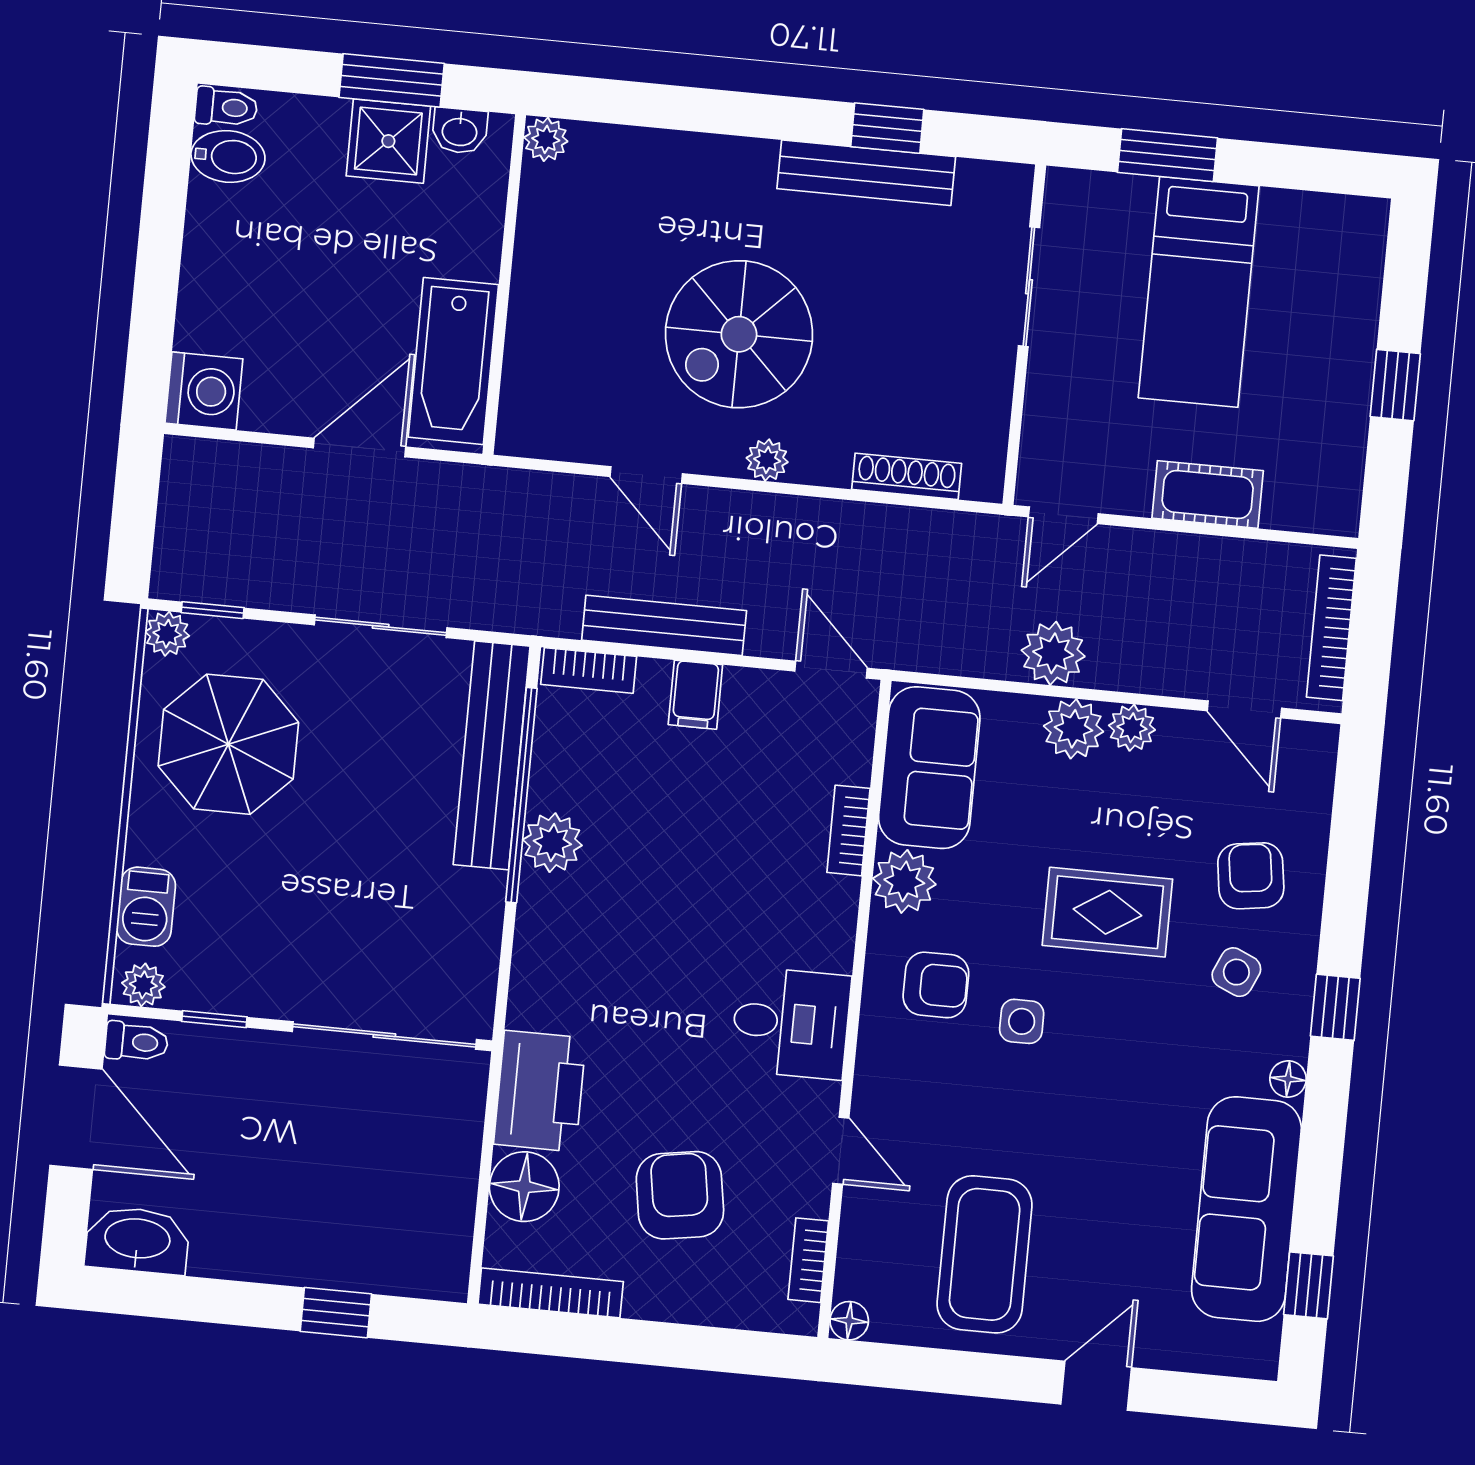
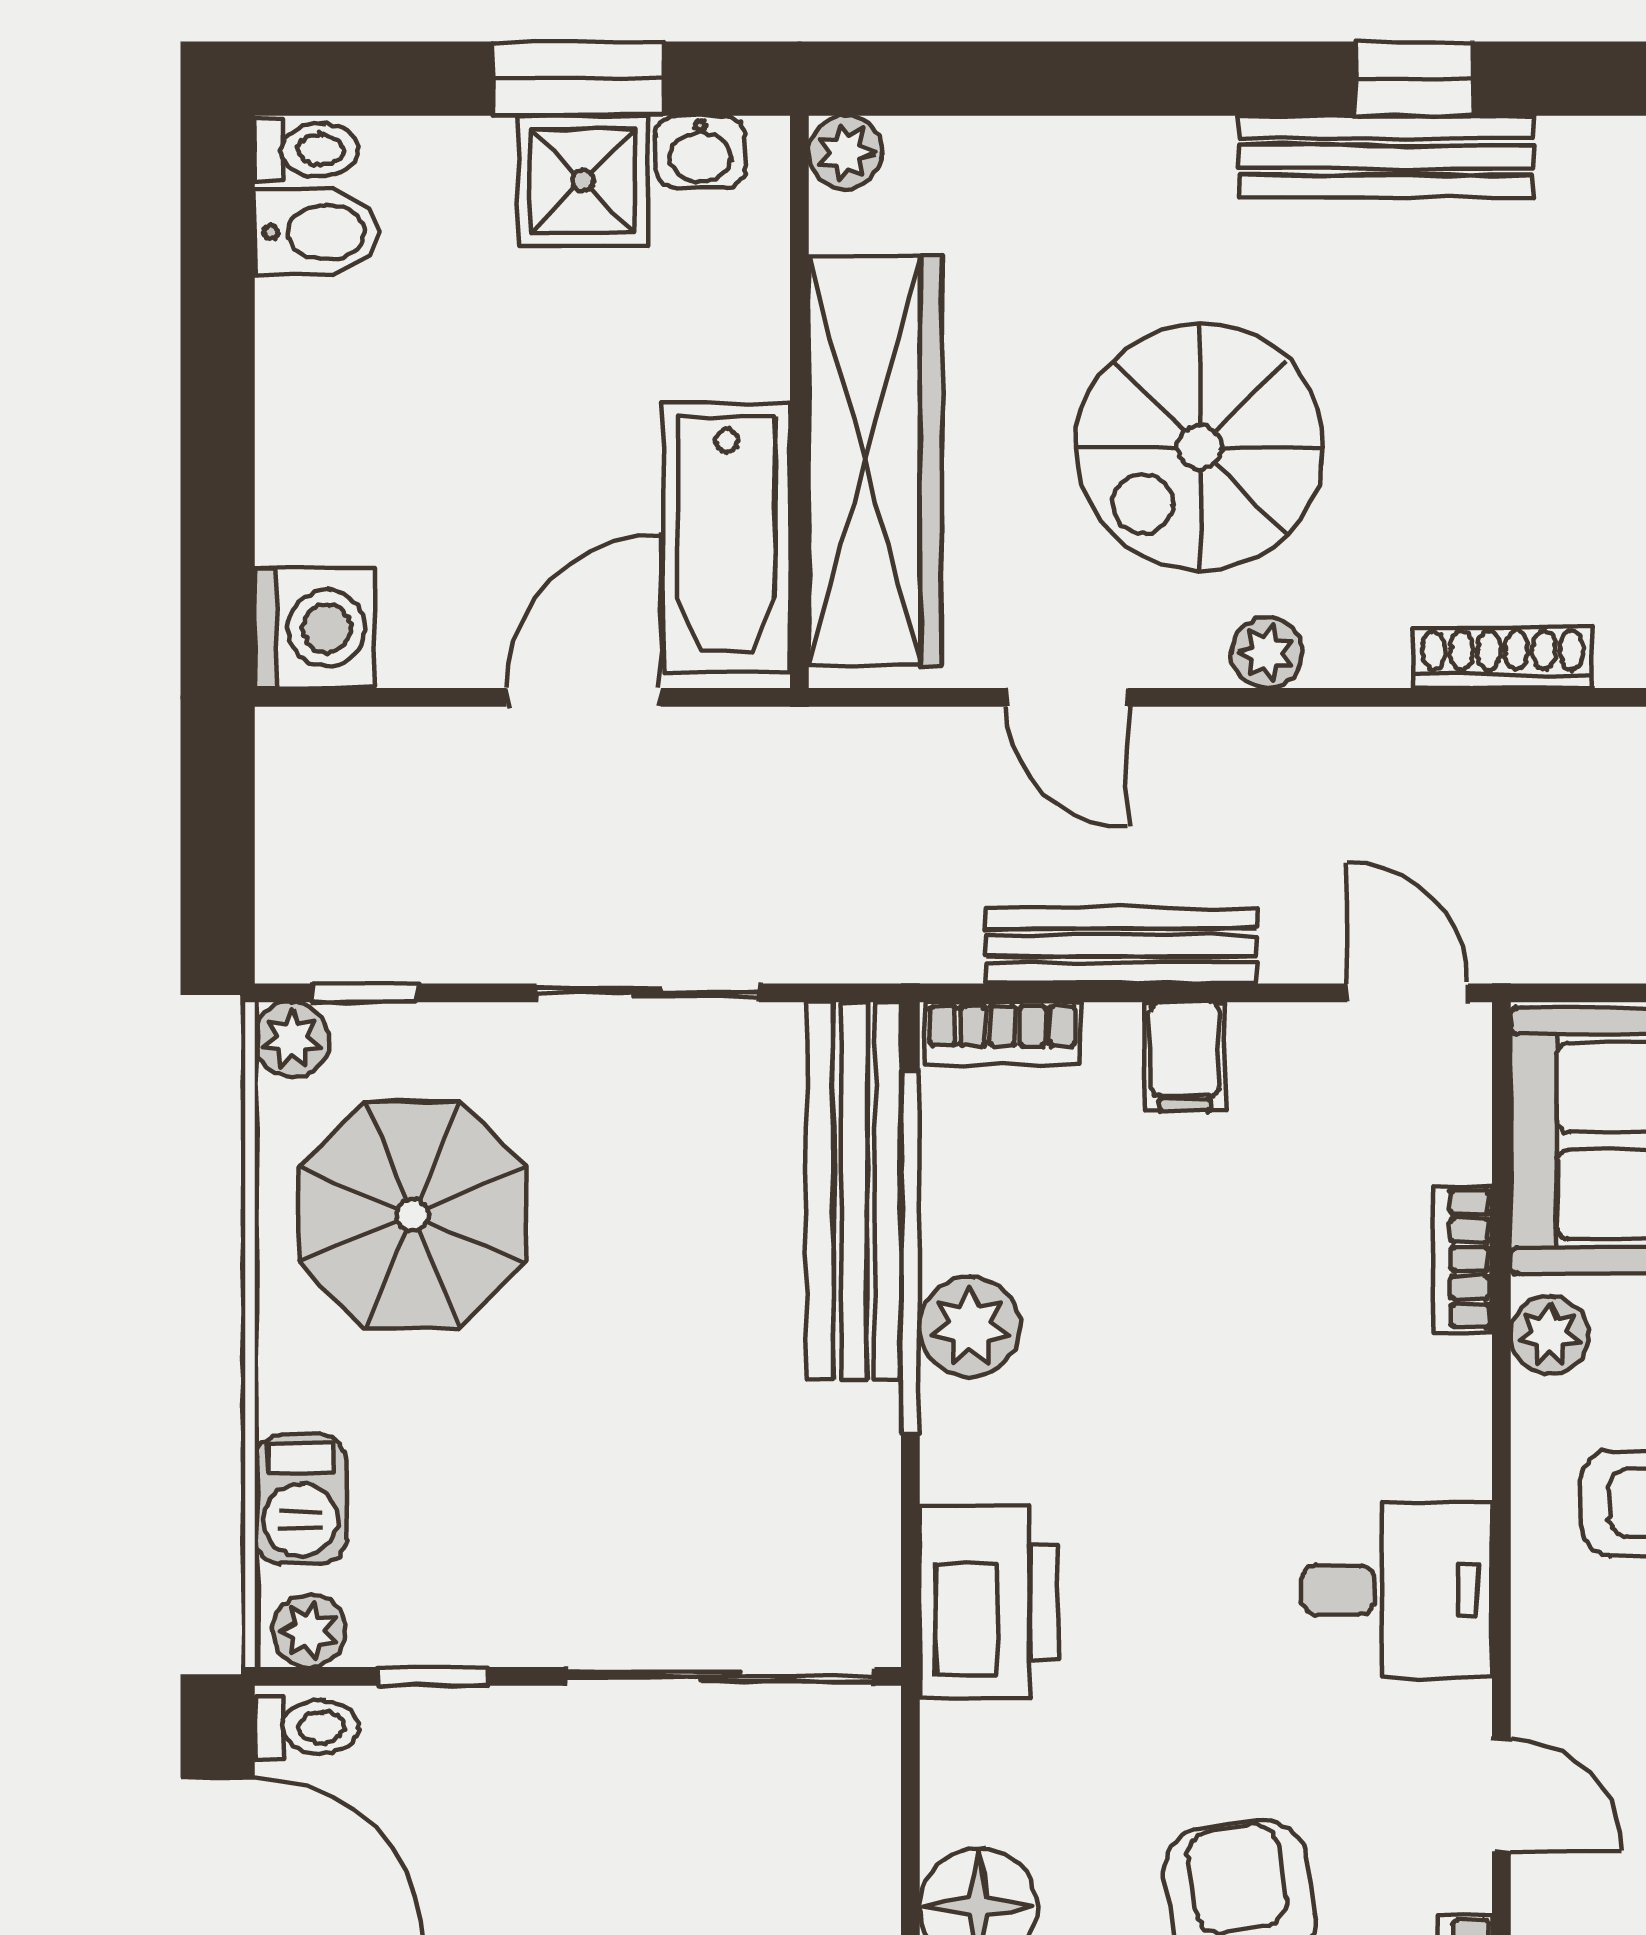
wardrobe: (546, 324) -> (875, 461), added
plant: (904, 881) -> (1550, 1335), width x0.73, depth x0.73
printer: (540, 1091) -> (989, 1602), moved

